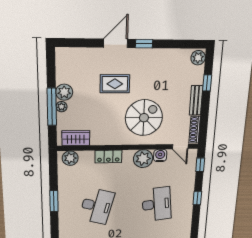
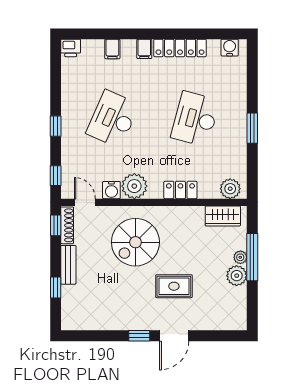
plant: (198, 58) -> (70, 319), removed
window: (203, 130) -> (56, 225), added
desk: (157, 204) -> (113, 119), turned 30

